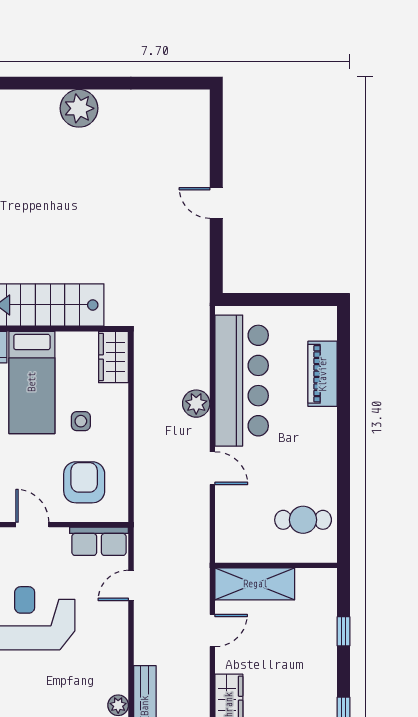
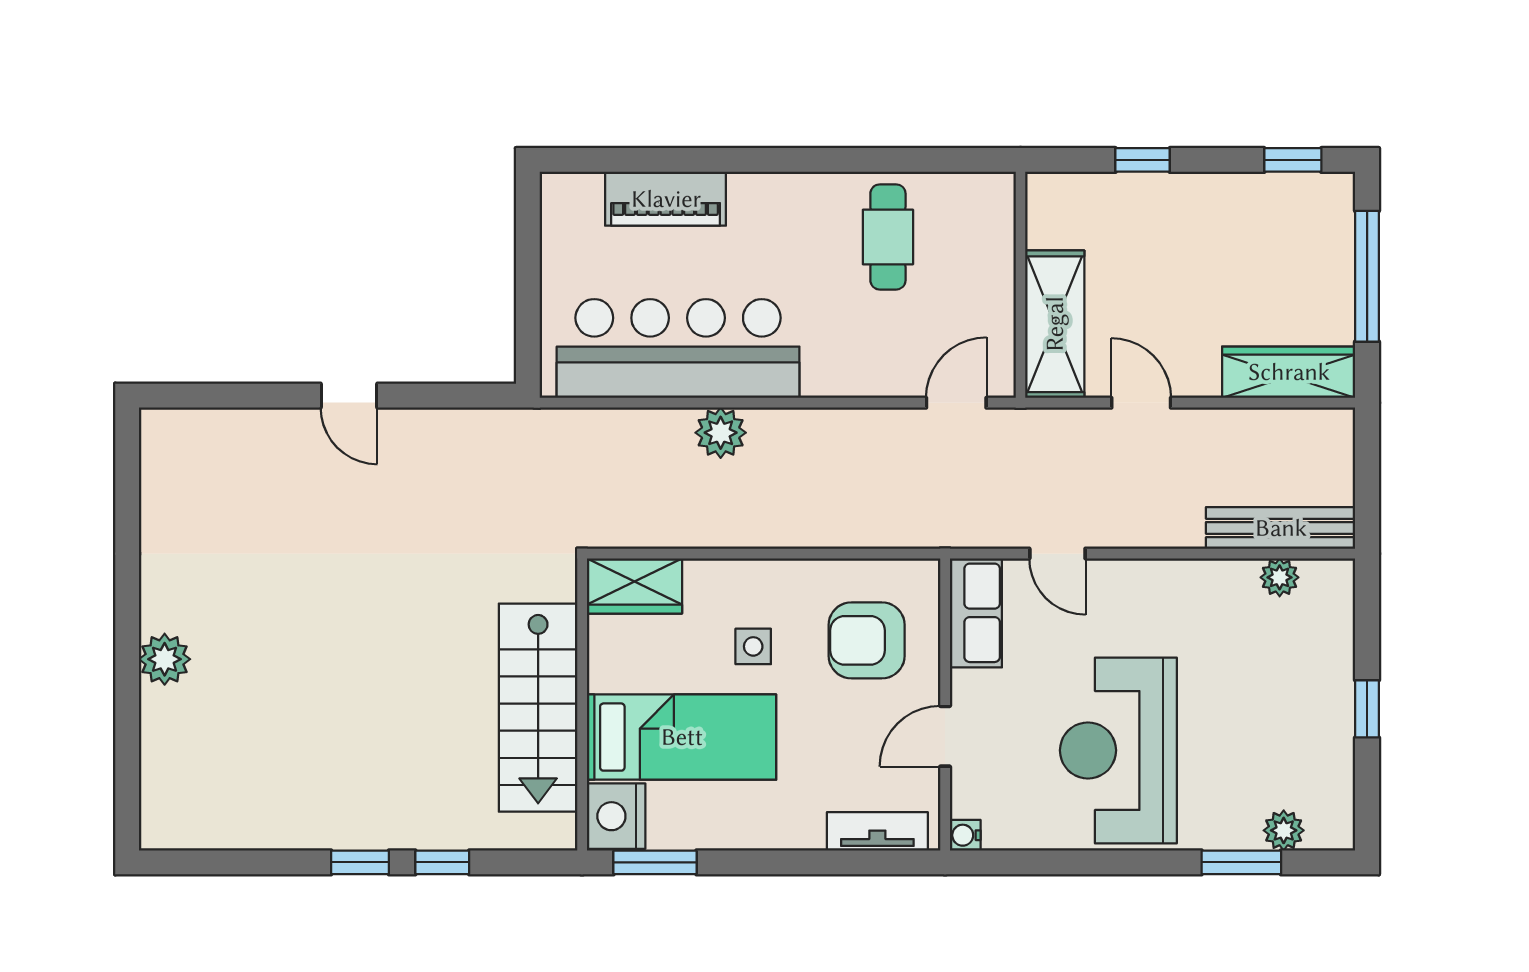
plant: (79, 108) -> (165, 659), width x0.73, depth x0.73
door: (216, 203) -> (349, 396), hinge flipped
door: (212, 468) -> (956, 403), moved
cafe table: (303, 520) -> (888, 237), moved

